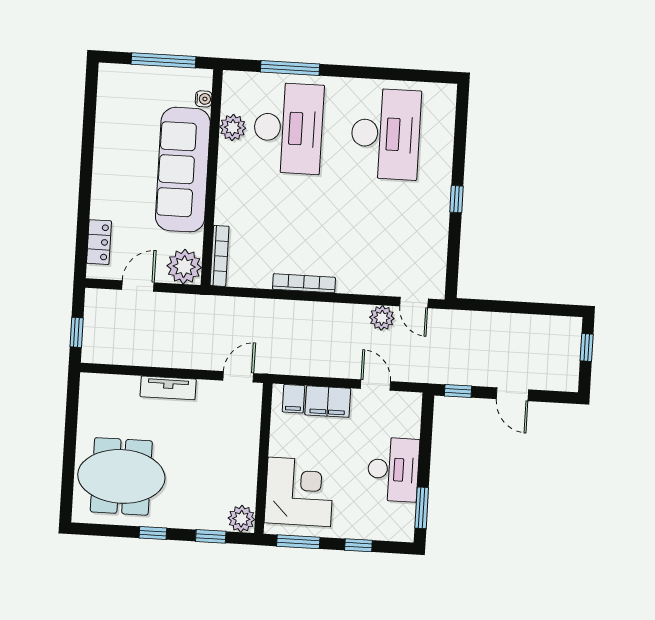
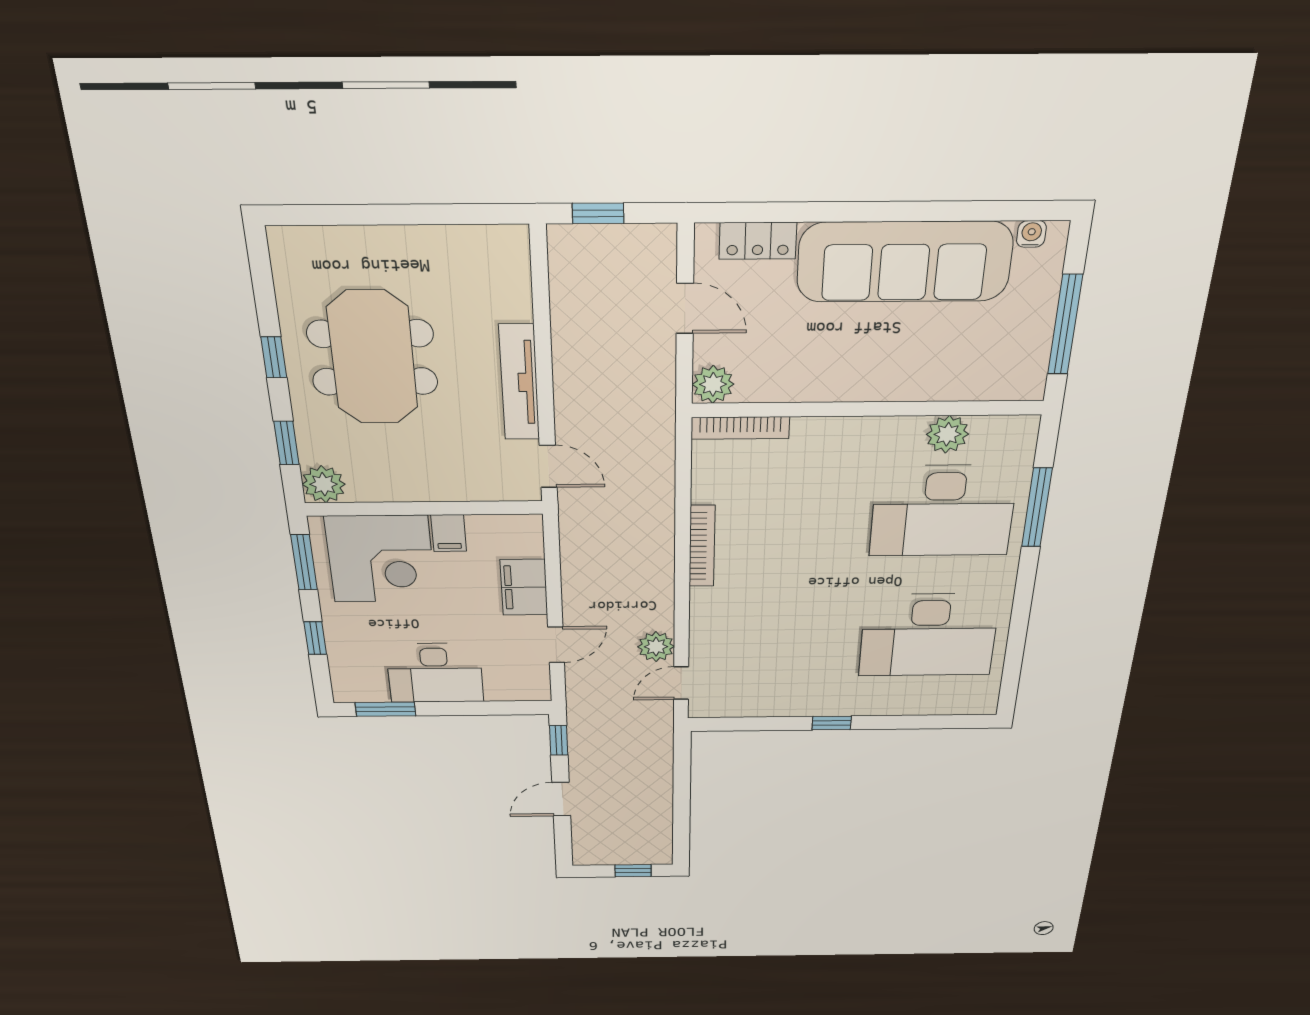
water cooler: (204, 99) -> (1031, 234), moved, turned 180
sofa: (183, 170) -> (905, 262), moved, turned 180
plant: (184, 267) -> (713, 384), width x0.73, depth x0.73
tv unit: (168, 388) -> (519, 382), width x1.41
filing cabinet: (293, 399) -> (449, 533), moved, turned -90
meeting table: (121, 476) -> (373, 358), moved

